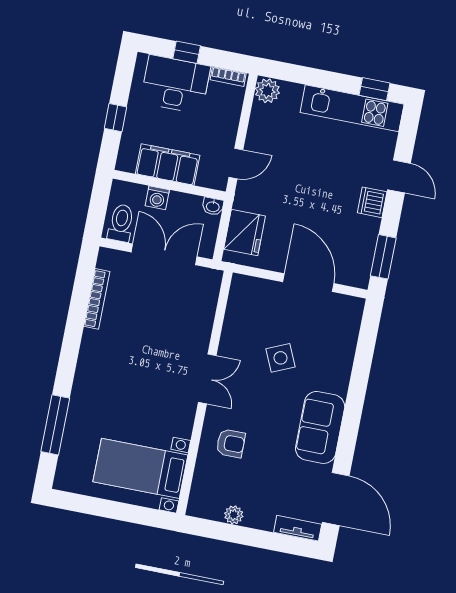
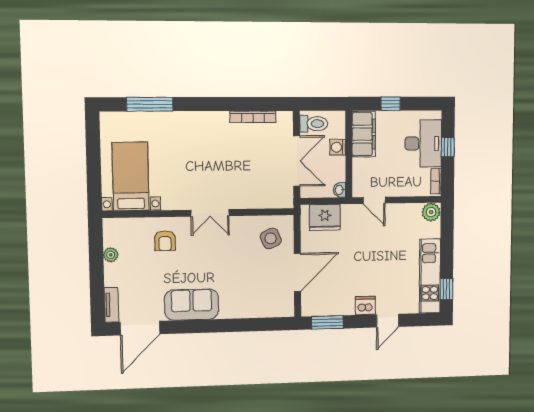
filing cabinet: (168, 164) -> (364, 134), moved
side table: (281, 358) -> (271, 238), moved

